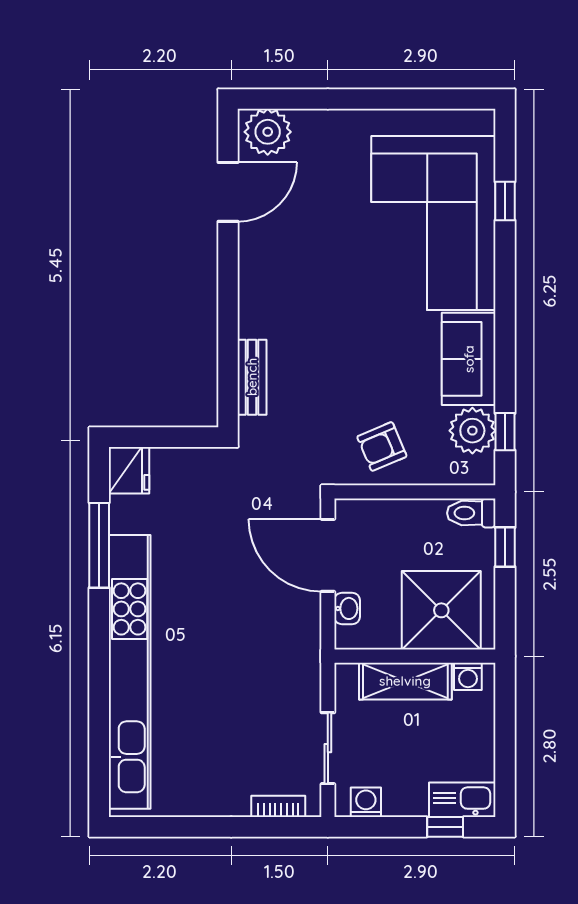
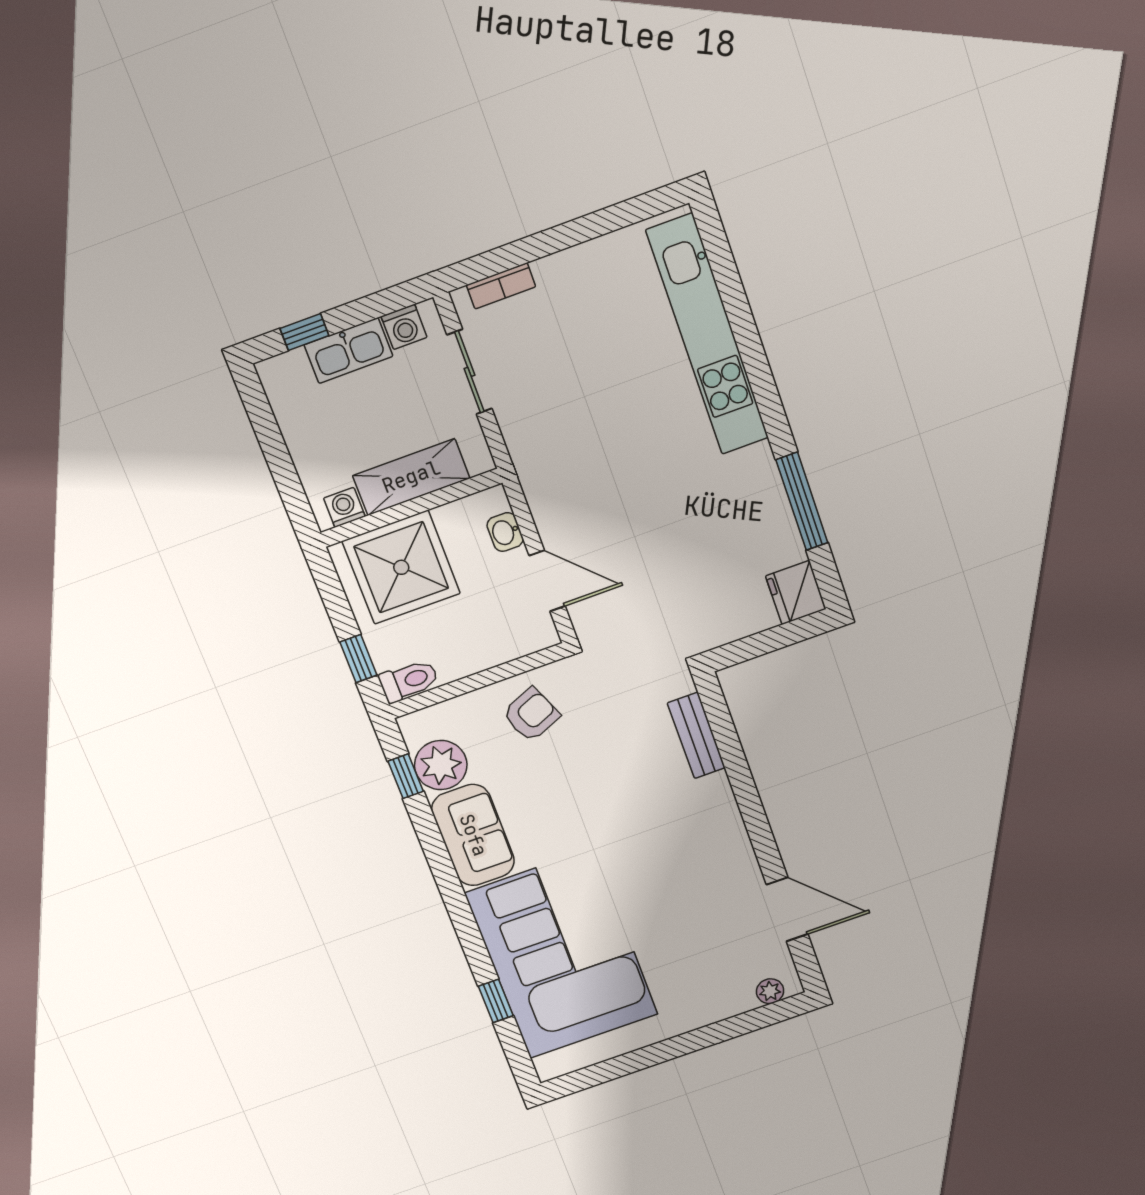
plant: (268, 132) -> (770, 991), width x0.53, depth x0.53
door: (228, 192) -> (787, 909), swing flipped
door: (328, 555) -> (547, 581), width x0.73
kitchen unit: (130, 672) -> (708, 335), width x0.73
kitchen sink: (462, 800) -> (348, 351), moved

